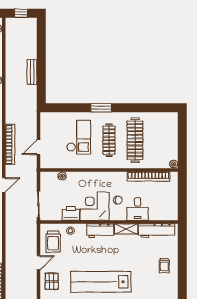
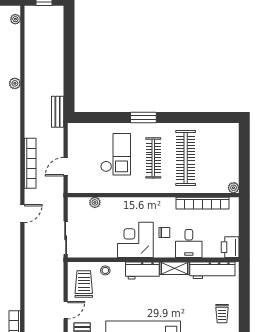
bench: (32, 72) -> (58, 112), moved
printer: (71, 213) -> (230, 247), moved, turned -90
trolley: (53, 242) -> (84, 284), turned 180

